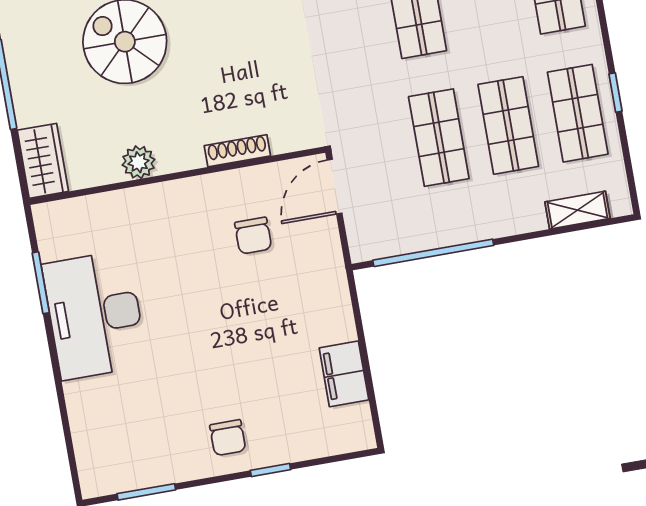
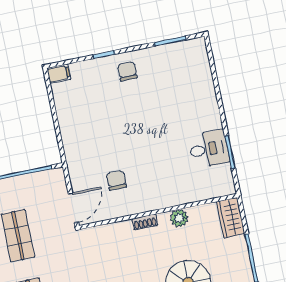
shoe rack: (237, 151) -> (145, 222), moved, width x0.70
desk: (95, 315) -> (209, 149), width x0.53, depth x0.77
filing cabinet: (344, 374) -> (59, 74), moved, width x0.50

